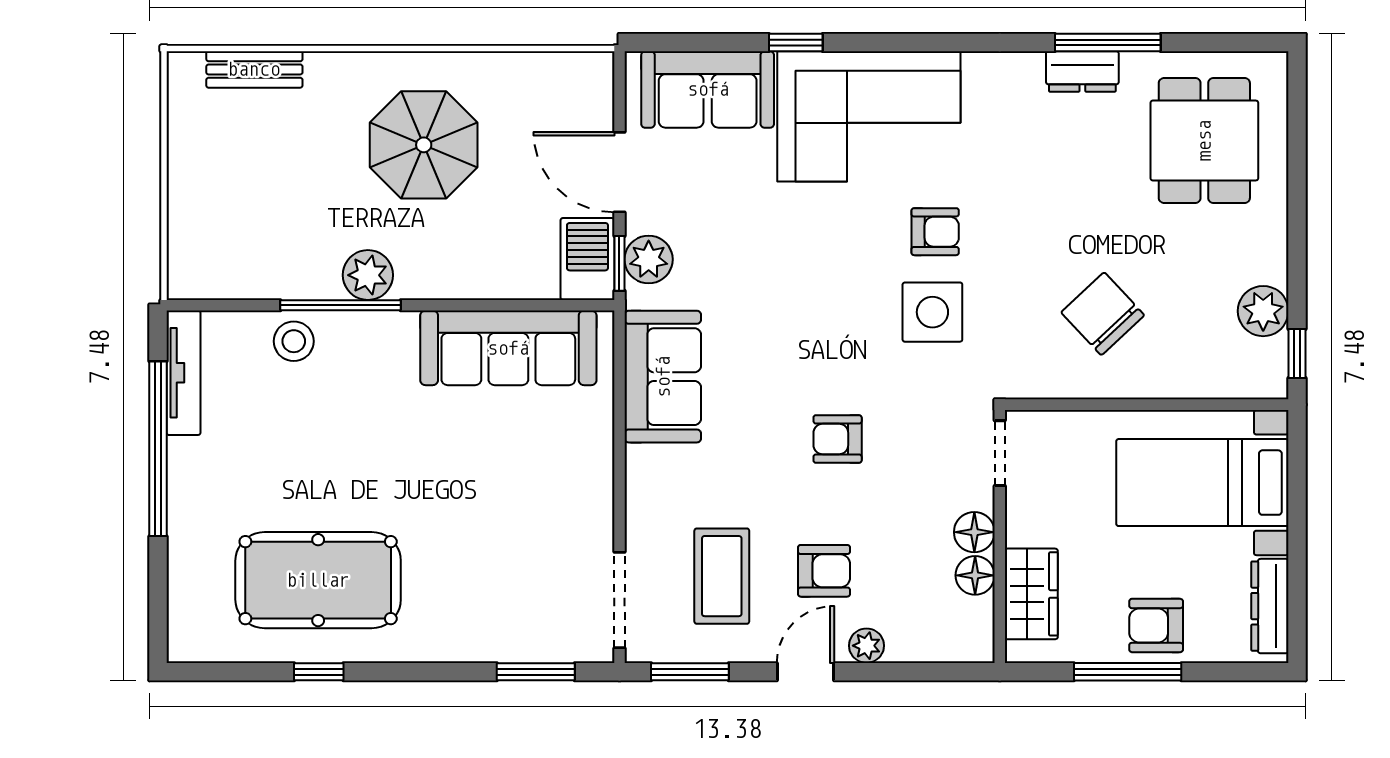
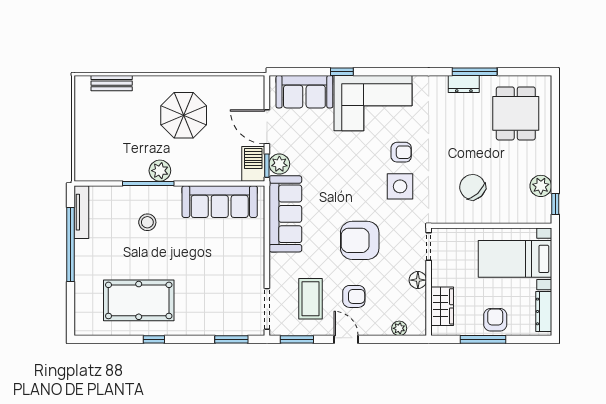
stool: (294, 341) -> (147, 222), moved
sofa: (663, 377) -> (285, 214), width x1.36
armchair: (838, 439) -> (360, 240), width x1.88, depth x1.88
floor lamp: (975, 575) -> (418, 298), removed
armchair: (1156, 625) -> (495, 320), turned 90
plant: (866, 646) -> (399, 328), moved
window: (319, 672) -> (154, 339), moved
door: (805, 672) -> (346, 339), hinge flipped

